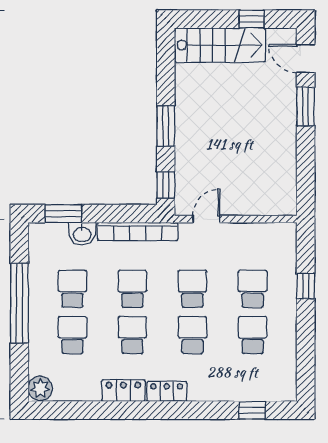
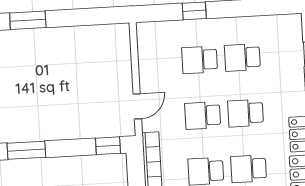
window: (166, 126) -> (26, 150), moved
door: (206, 219) -> (137, 106), swing flipped

